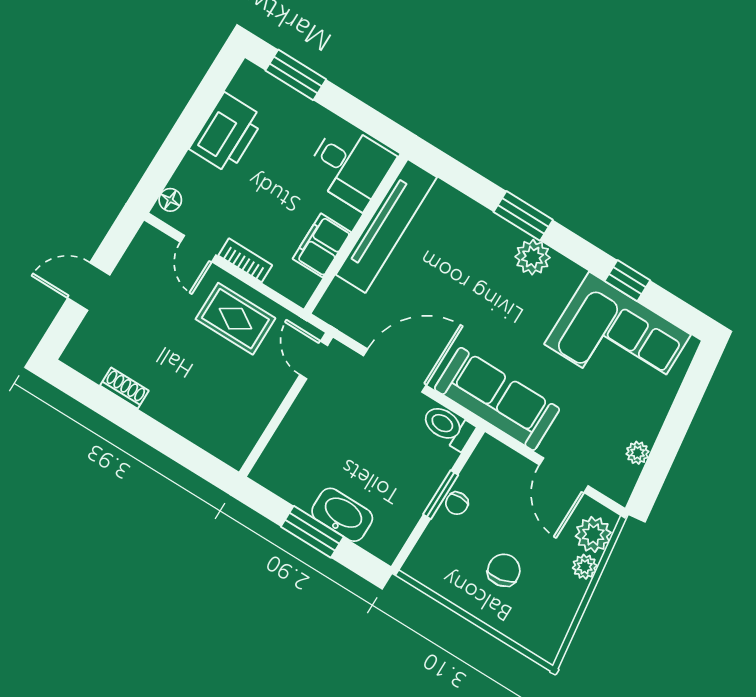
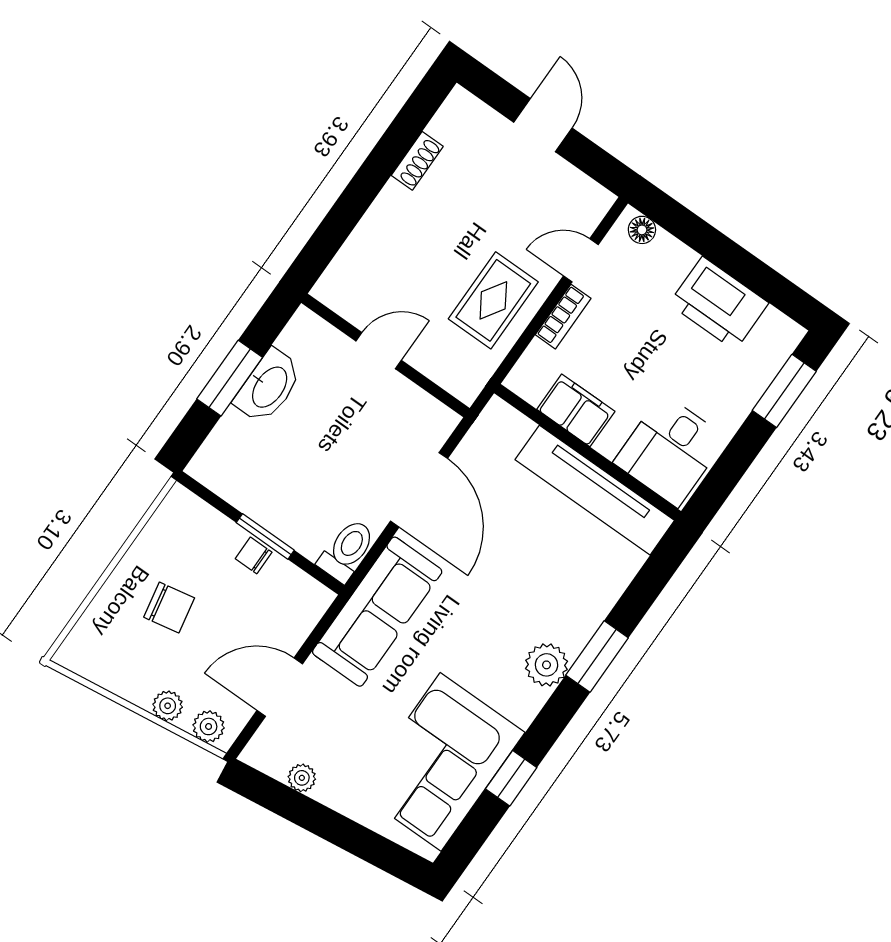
door: (314, 360) -> (379, 351), moved
washbasin: (342, 515) -> (269, 386), moved
plant: (593, 534) -> (209, 726), width x0.73, depth x0.73

